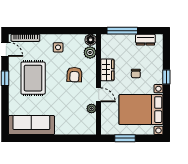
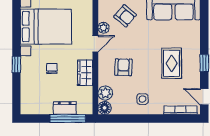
dresser: (145, 40) -> (65, 108), moved
rug: (33, 78) -> (172, 63), width x0.73, depth x0.70
door: (99, 95) -> (95, 44), swing flipped
armchair: (73, 119) -> (125, 16), added

